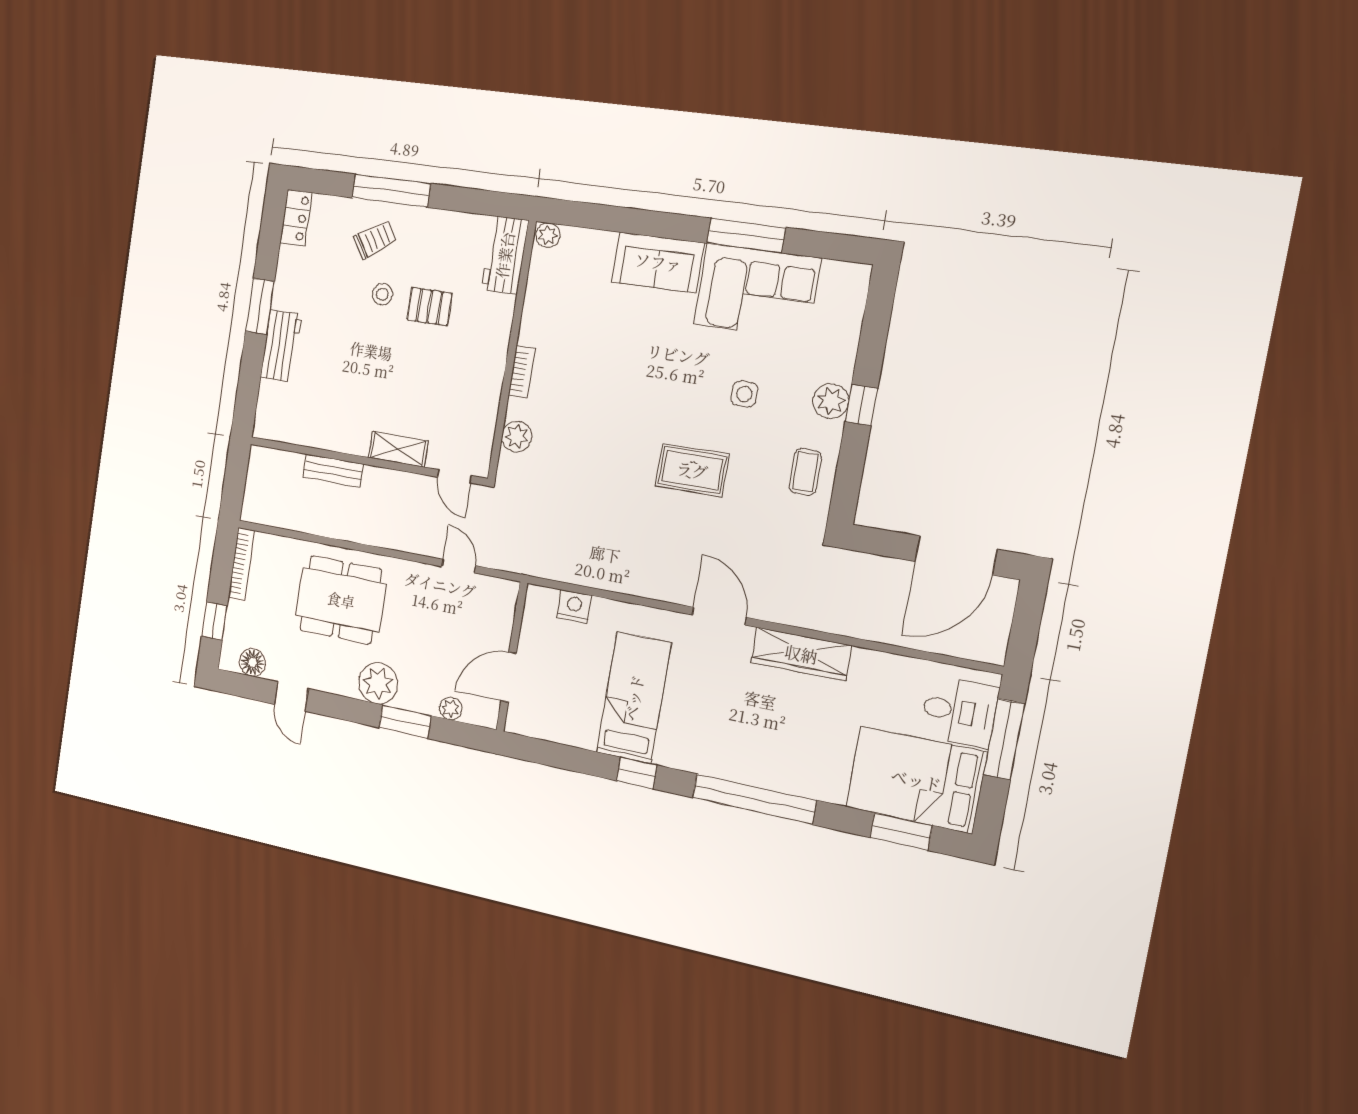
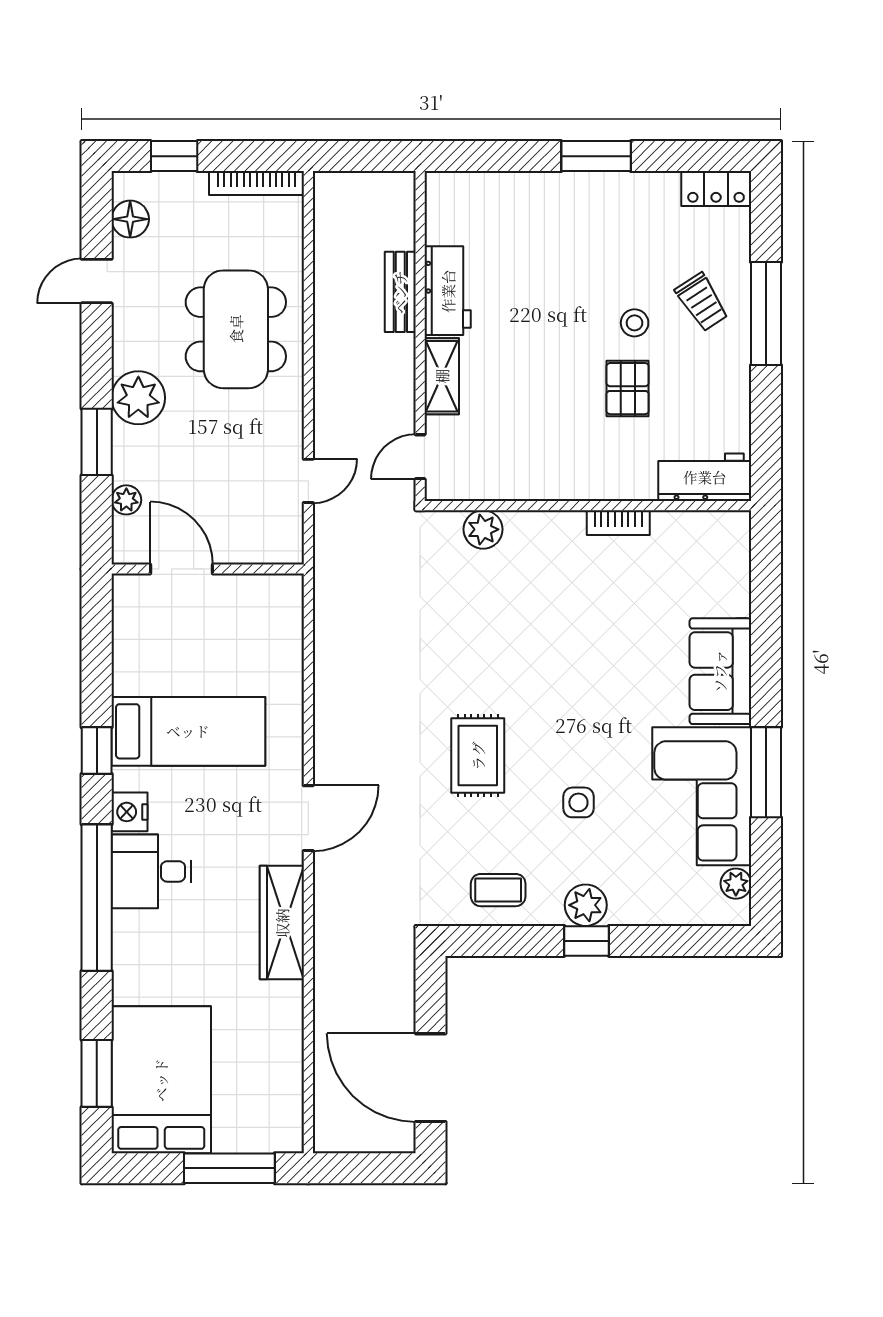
plant: (548, 235) -> (736, 884), moved
workbench: (281, 346) -> (448, 291), moved, turned -90
bookcase: (522, 372) -> (618, 523), moved
nightstand: (574, 606) -> (130, 812), moved, turned 180
desk: (959, 712) -> (151, 871), moved, turned 90

